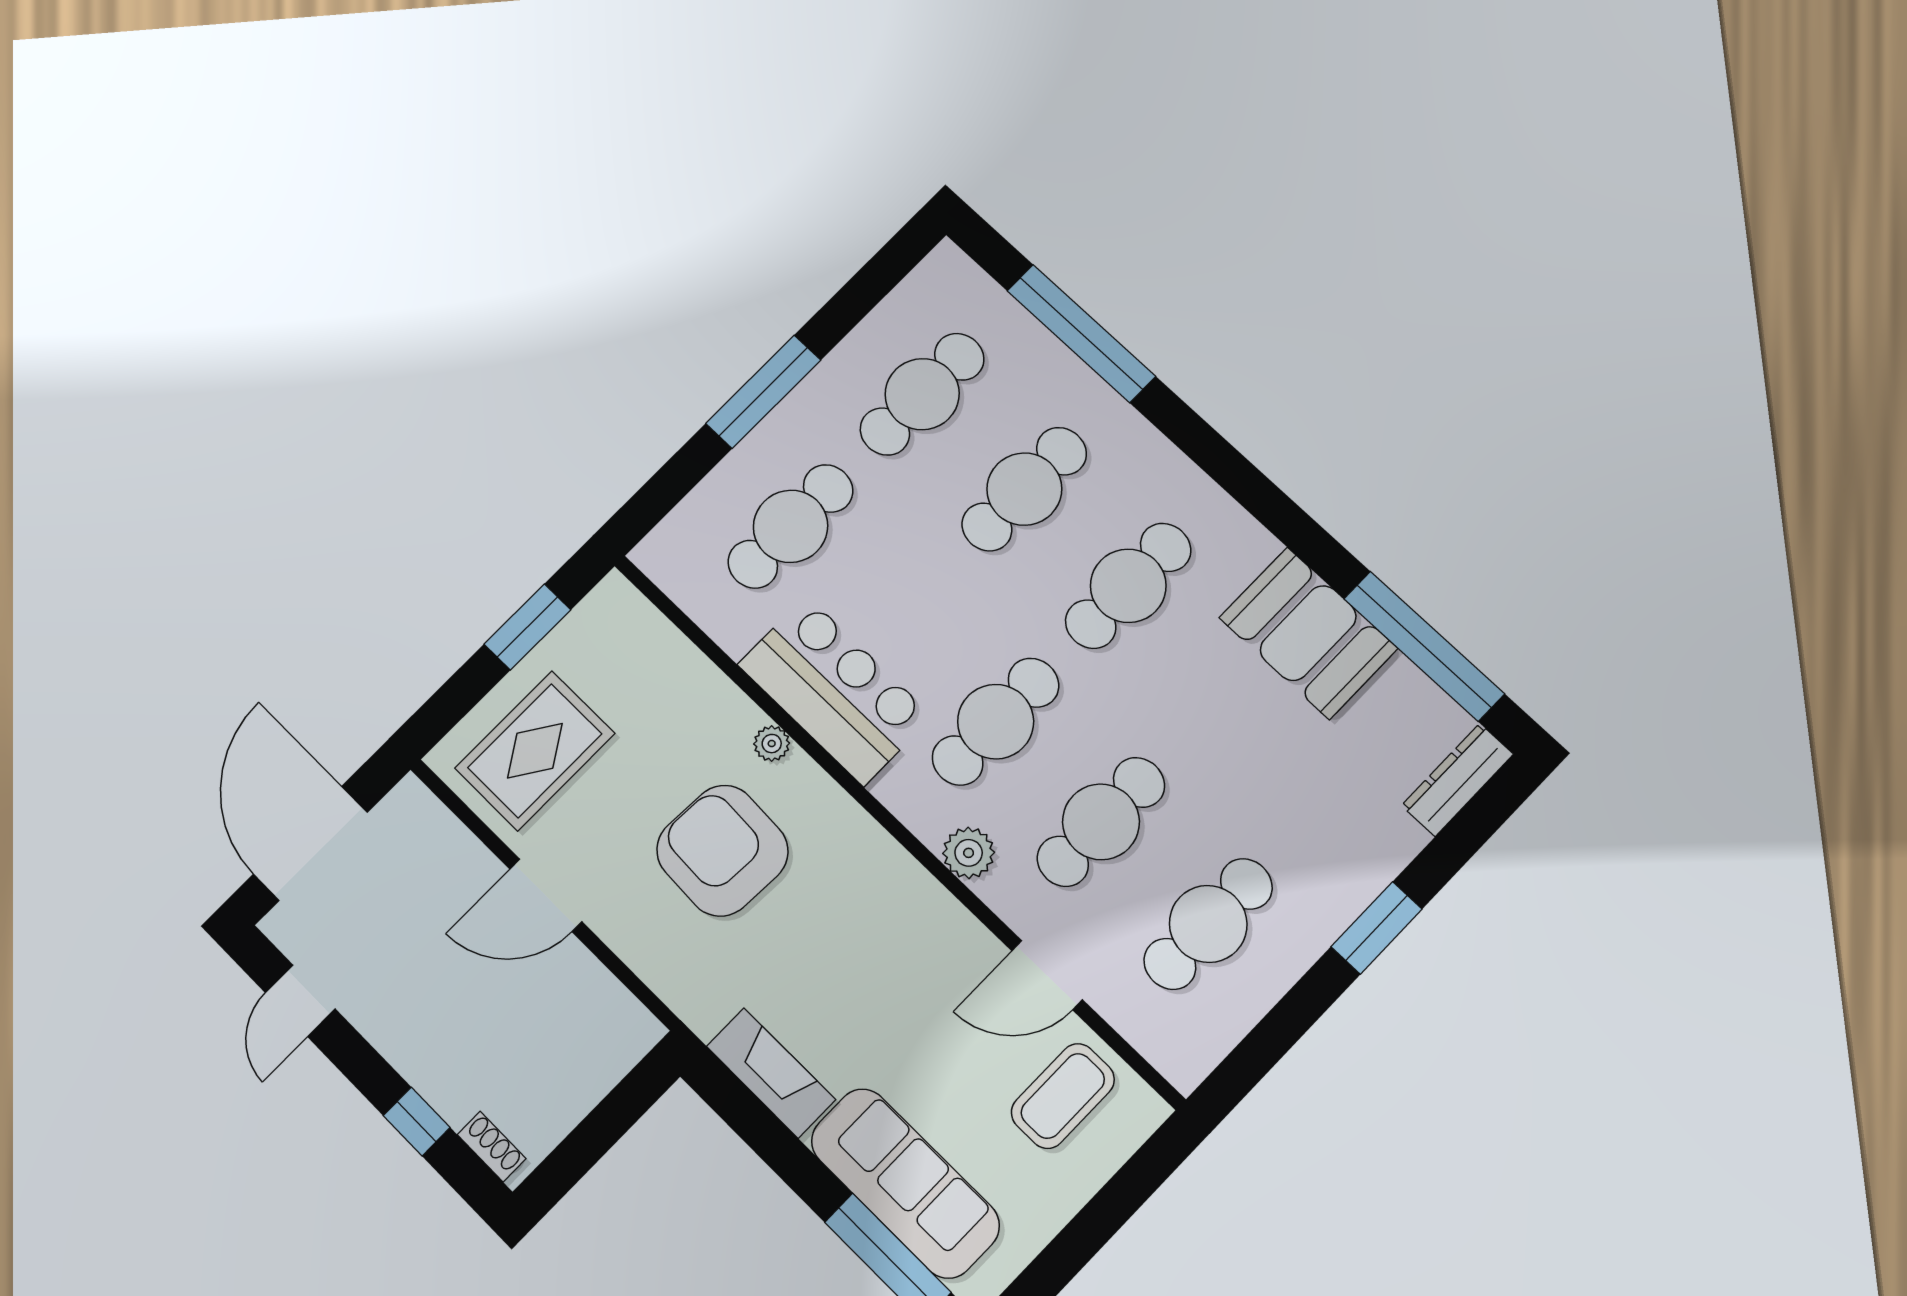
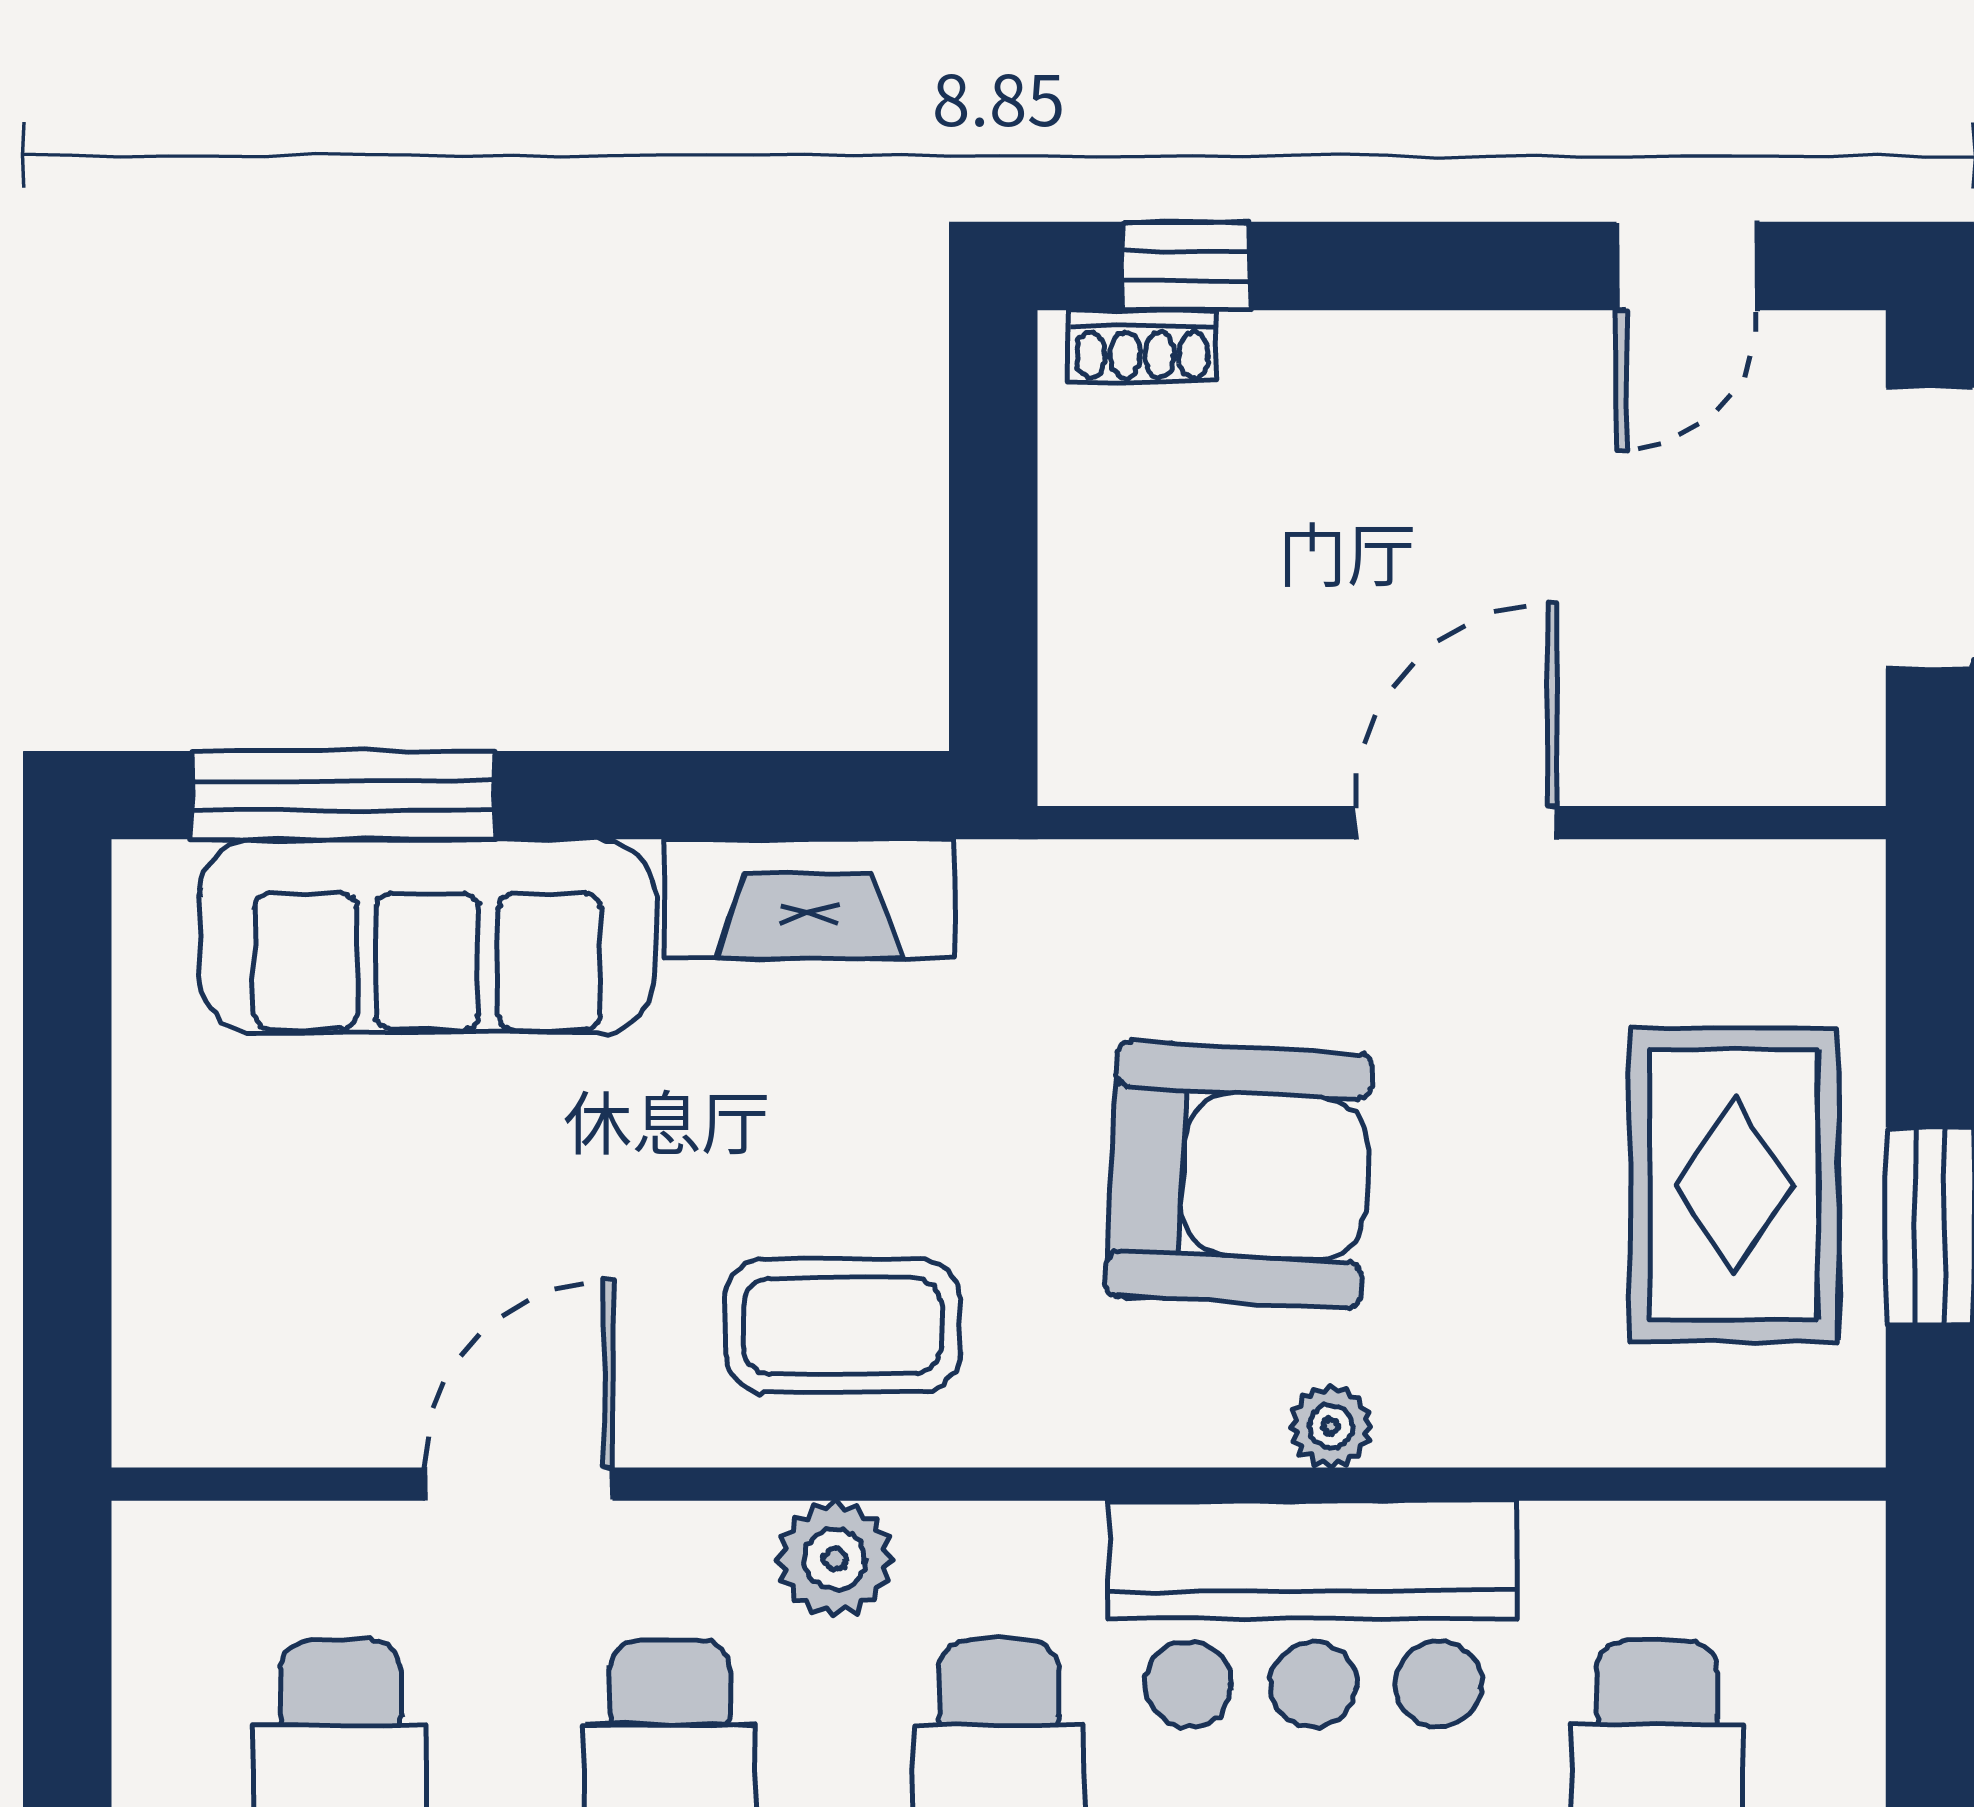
rug: (535, 751) -> (1734, 1185), moved
door: (300, 1001) -> (1687, 266), swing flipped
coffee table: (1063, 1096) -> (842, 1326), moved, turned 90
window: (417, 1122) -> (1186, 266), moved

